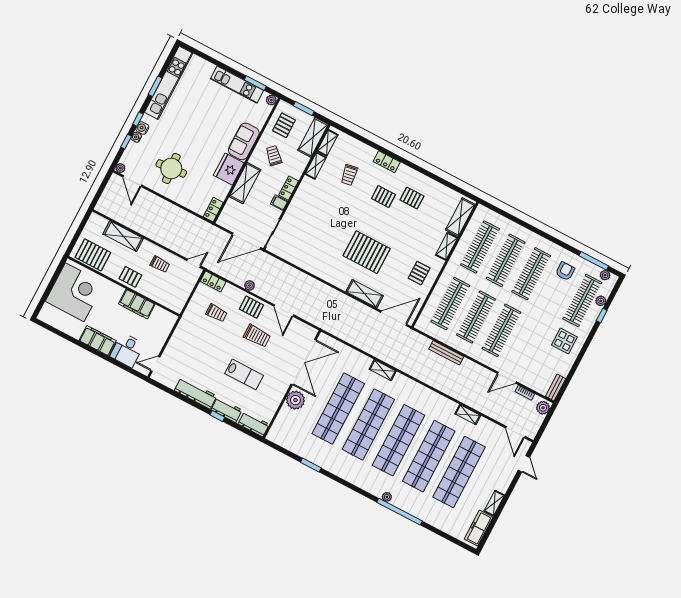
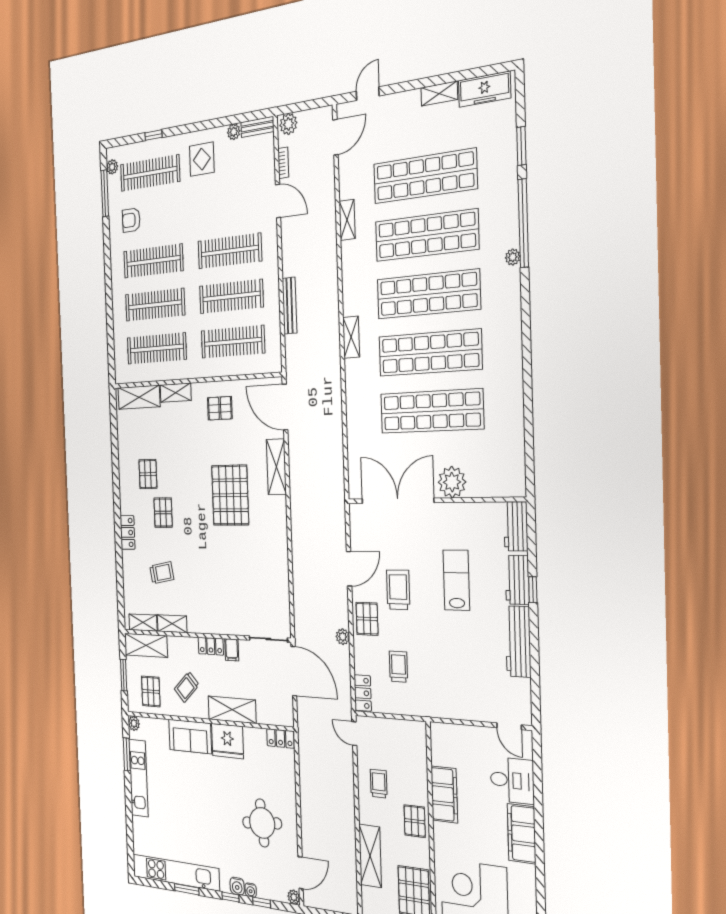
pallet: (284, 125) -> (151, 691), turned 90
plant: (601, 301) -> (234, 132), moved
shelving: (383, 370) -> (351, 337), moved
window: (311, 465) -> (521, 146), moved

